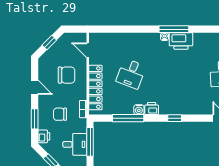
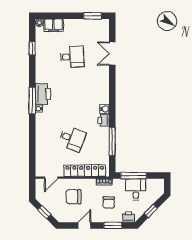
chair: (67, 75) -> (74, 197), turned -90
water cooler: (139, 110) -> (105, 109), moved
window: (175, 118) -> (112, 100), removed

